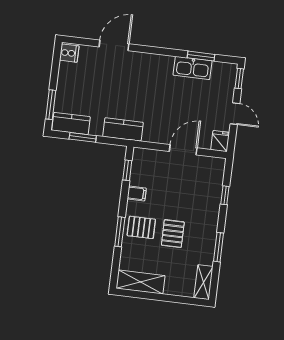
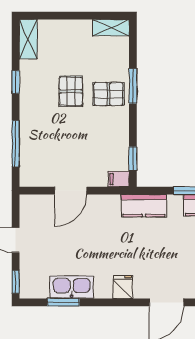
fridge: (220, 141) -> (123, 287), moved, turned 180
filing cabinet: (137, 193) -> (119, 179), moved
window: (225, 195) -> (16, 144), width x2.17
window: (219, 247) -> (16, 82), width x0.67
shelving: (140, 282) -> (111, 28), width x0.67, depth x0.75

